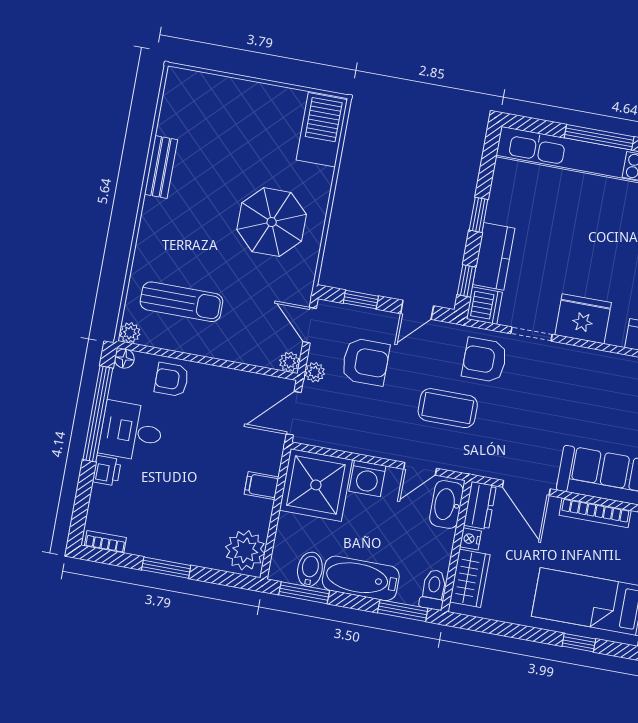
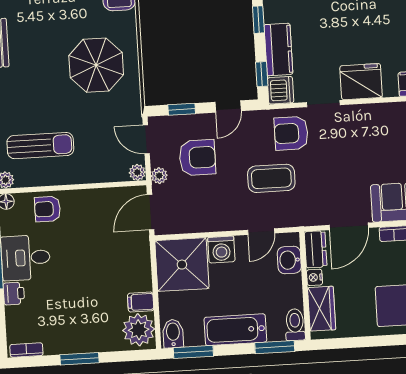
filing cabinet: (262, 486) -> (141, 302), moved
door: (526, 488) -> (349, 226), hinge flipped
washbasin: (446, 504) -> (289, 260), width x0.72
bidet: (310, 569) -> (173, 334), moved

